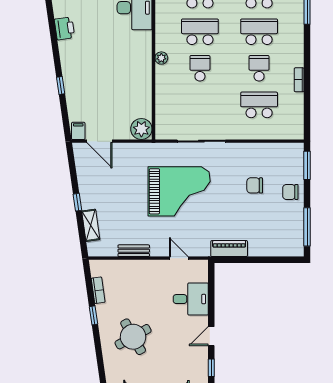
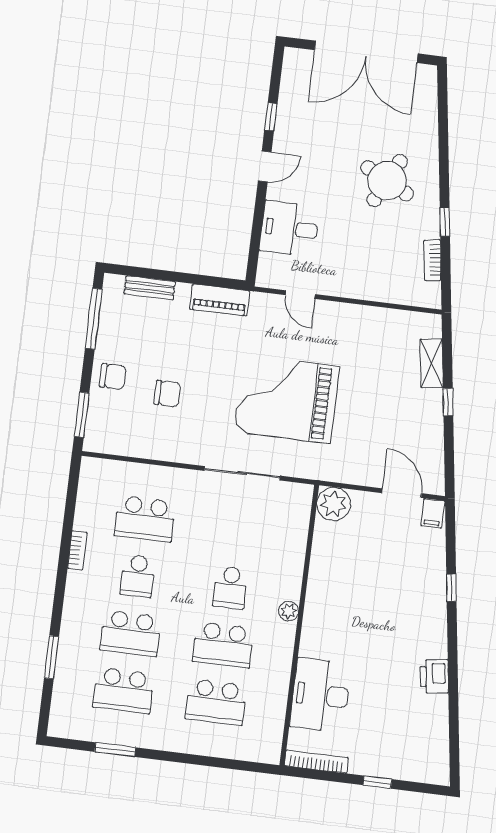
bench: (134, 251) -> (150, 288), moved
round table: (133, 337) -> (387, 181), turned -34

